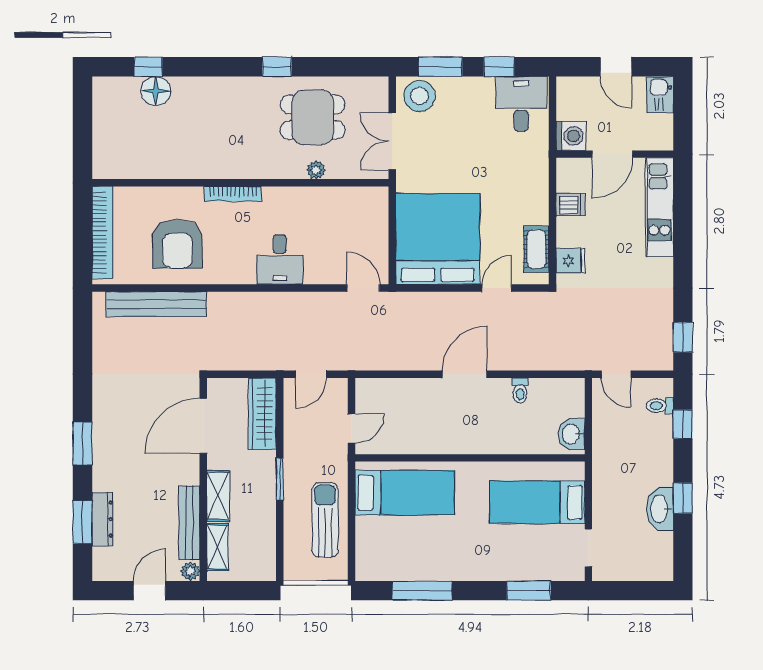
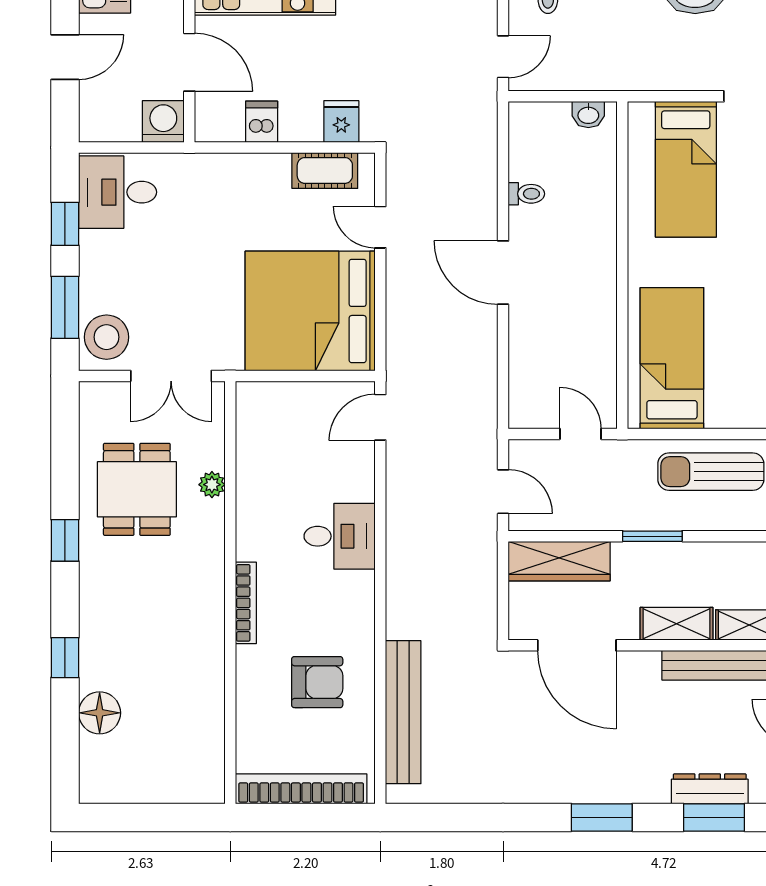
window: (148, 67) -> (65, 658), moved
armchair: (177, 244) -> (317, 682), width x0.73, depth x0.73
washbasin: (572, 434) -> (588, 115), width x0.72, depth x0.69

